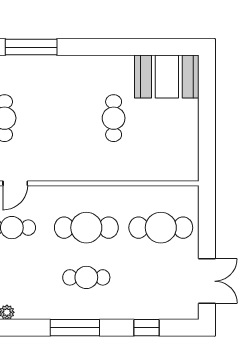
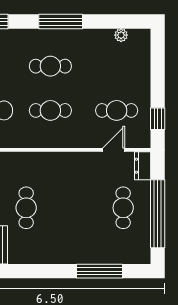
cafe table: (86, 228) -> (50, 110), width x0.73, depth x0.74

